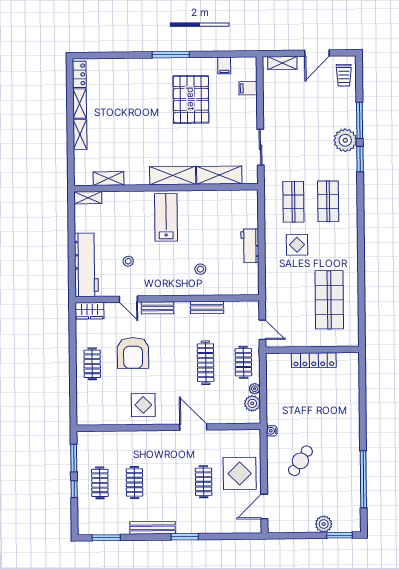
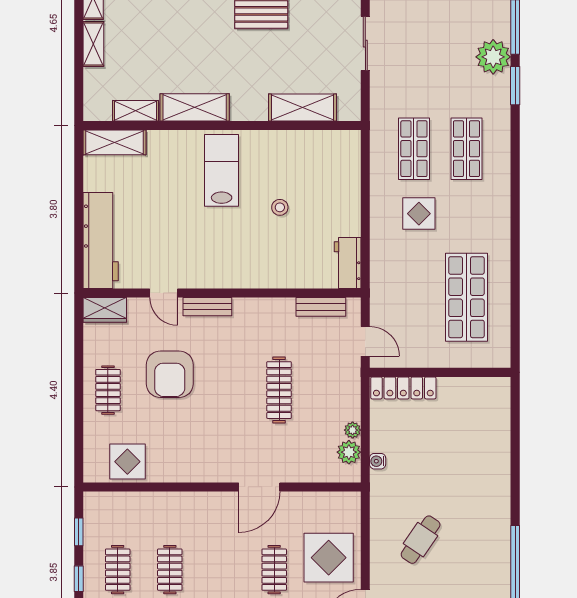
sliding door: (261, 147) -> (365, 44), moved
shelving: (173, 176) -> (195, 107), moved
shelving: (88, 198) -> (114, 142), width x1.50, depth x1.33
workbench: (250, 246) -> (348, 263), moved
stool: (128, 261) -> (164, 236), removed
stool: (200, 269) -> (280, 207), moved
bench: (207, 308) -> (321, 307), moved
locker: (314, 360) -> (403, 388), moved
clothes rail: (243, 362) -> (336, 390), removed
display table: (143, 405) -> (127, 462), moved
door: (193, 427) -> (259, 487), swing flipped
water cooler: (272, 431) -> (378, 461), moved
window: (74, 458) -> (79, 532), width x0.67

